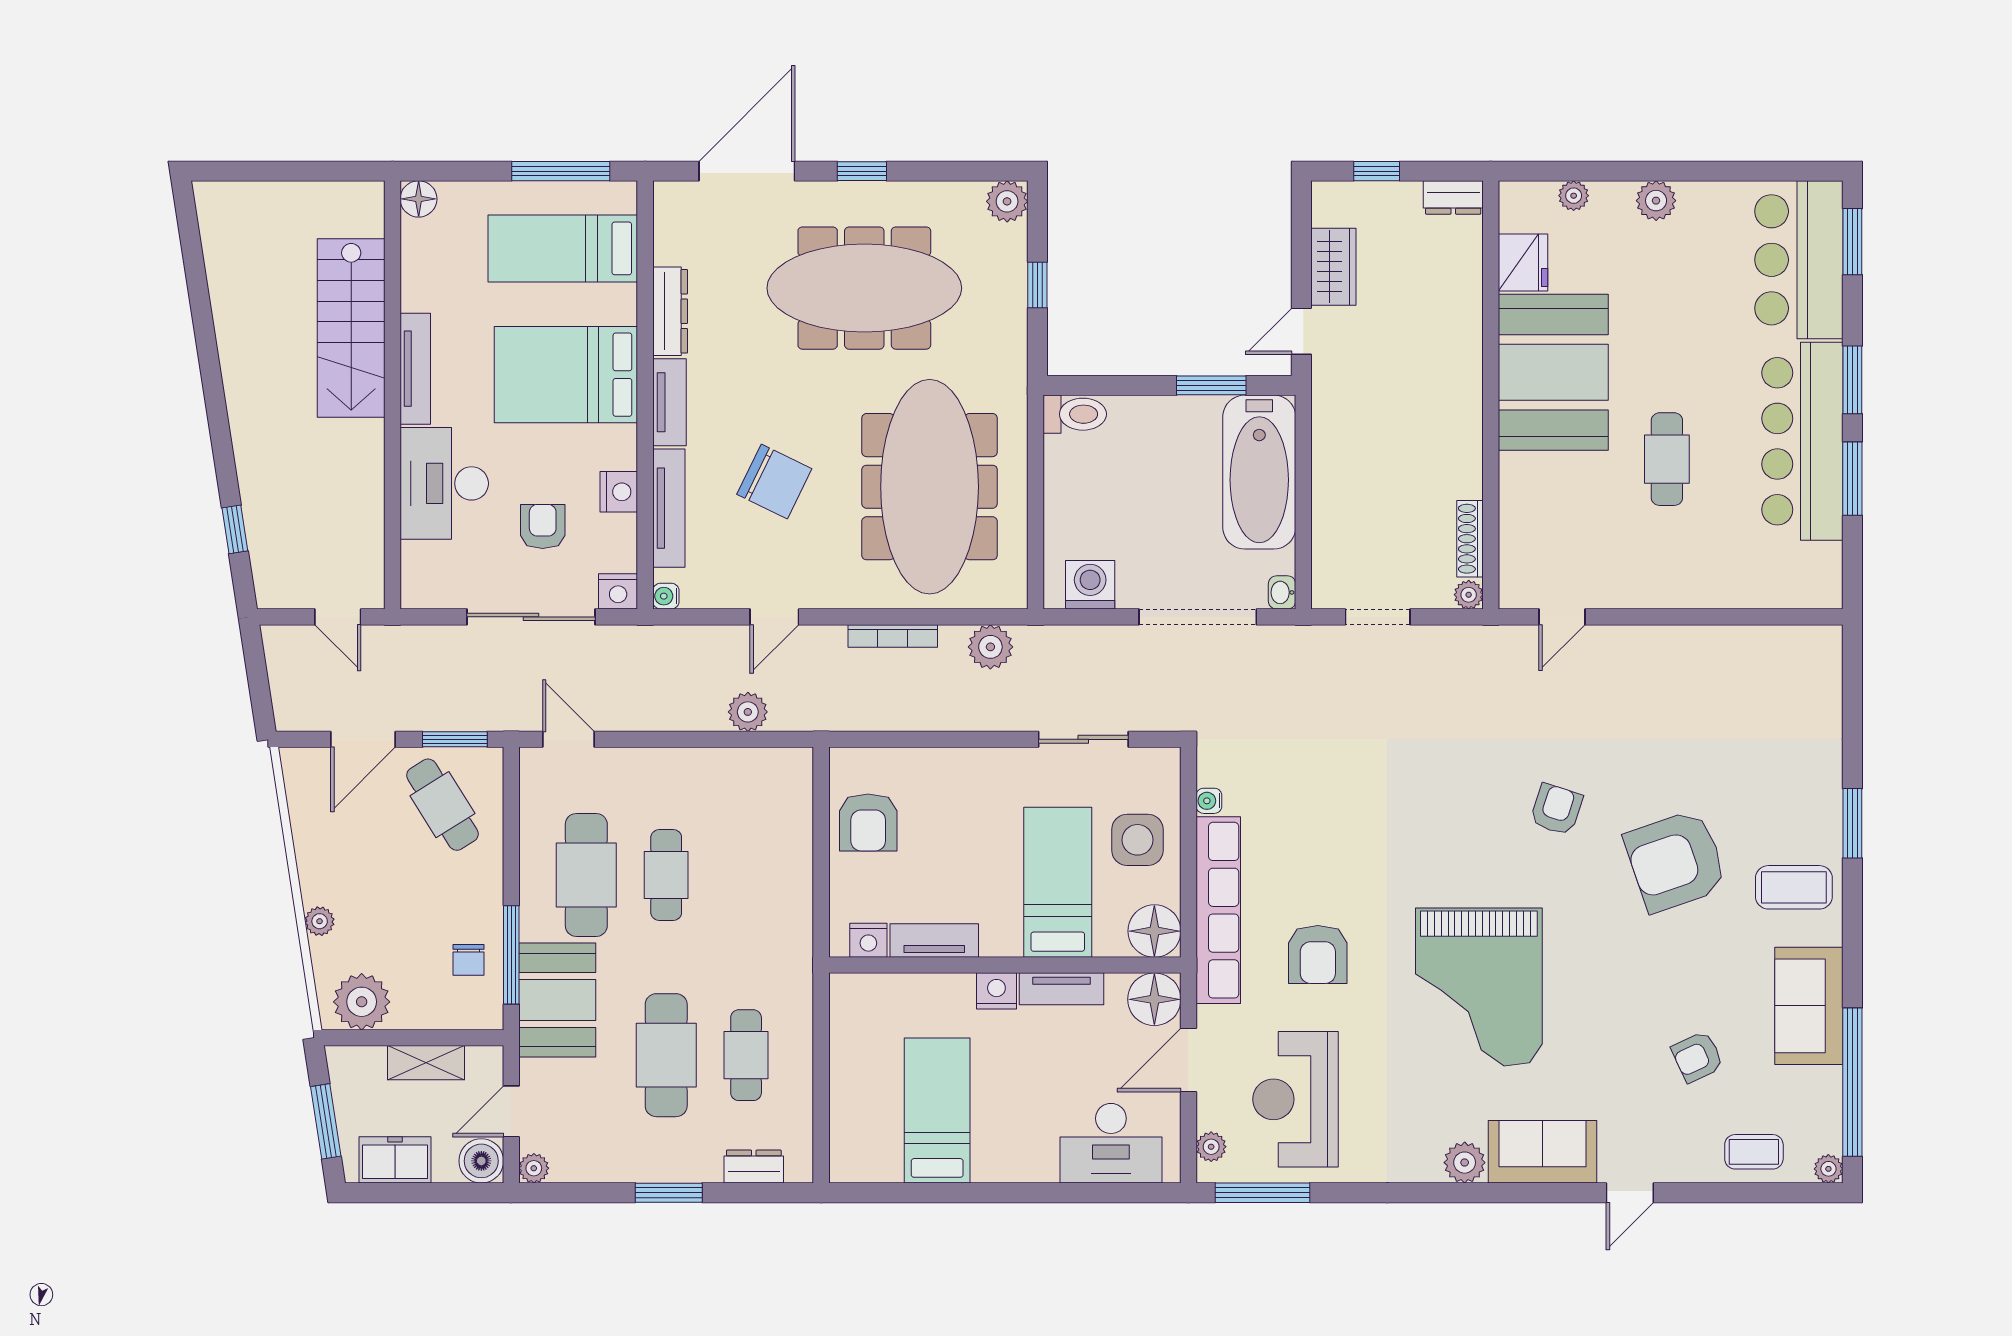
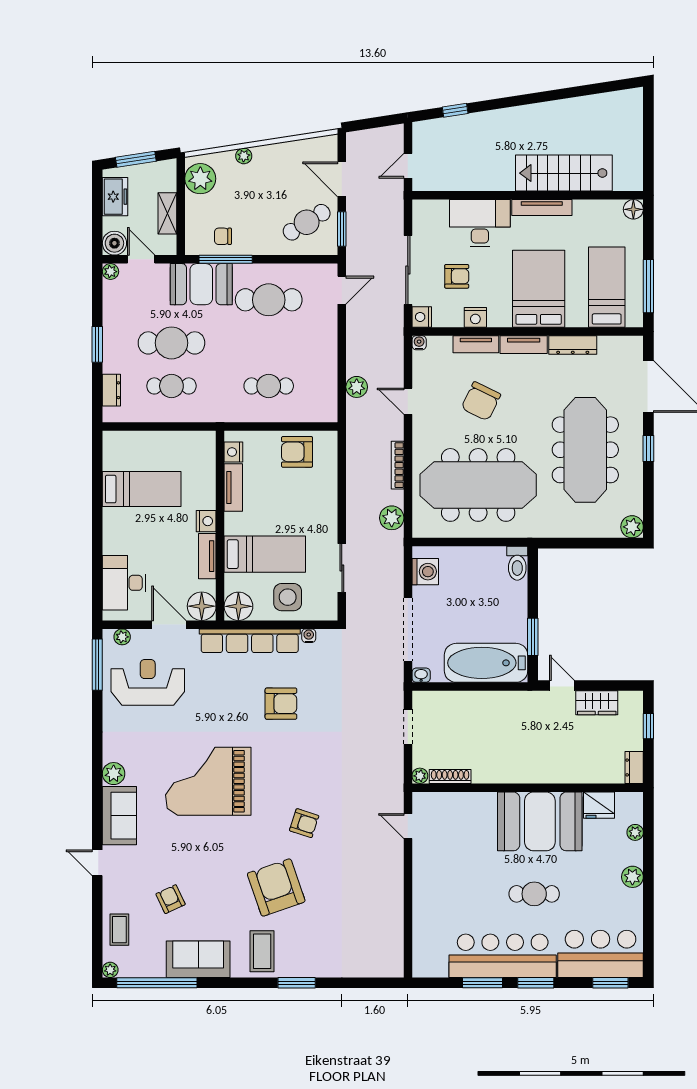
window: (1037, 285) -> (587, 543), removed
cafe table: (1667, 459) -> (534, 894), moved
tv unit: (669, 508) -> (476, 344), width x0.71
cafe table: (666, 875) -> (269, 386), moved
armchair: (1318, 954) -> (281, 704), moved, turned 180

